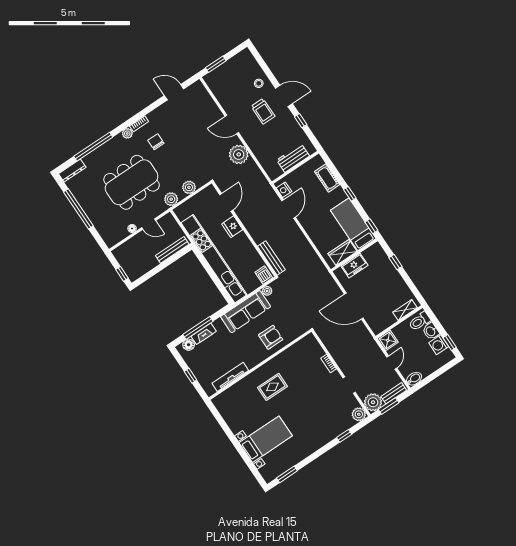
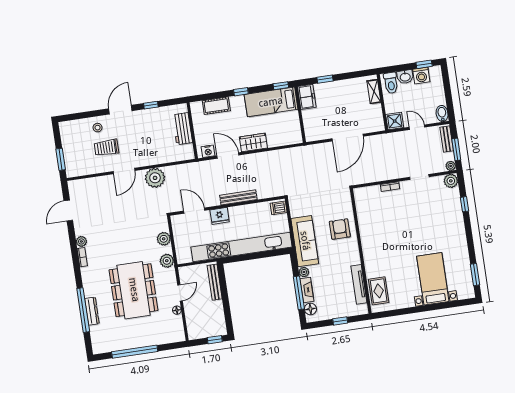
trolley: (263, 111) -> (106, 148), moved, turned 180
plant: (127, 133) -> (81, 241), moved
chair: (156, 142) -> (107, 249), removed
dresser: (72, 171) -> (92, 311), moved
wardrobe: (342, 252) -> (253, 142), moved, turned 90
bench: (271, 258) -> (238, 197), moved
freezer: (354, 266) -> (307, 97), moved
plant: (267, 291) -> (304, 272), moved
rug: (272, 387) -> (379, 291), moved
plant: (373, 402) -> (451, 166), width x0.53, depth x0.53

